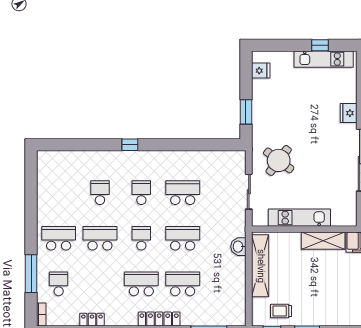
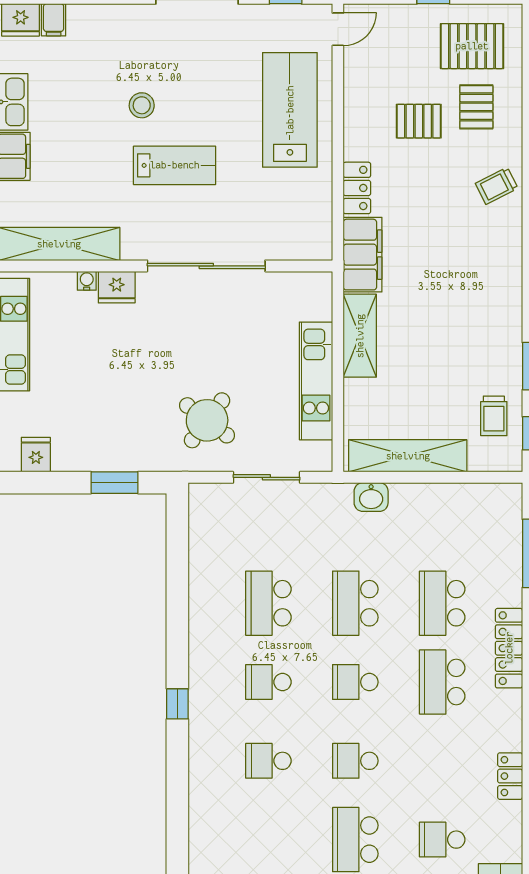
water cooler: (352, 97) -> (87, 281), added
school desk: (100, 238) -> (355, 761), width x0.54

